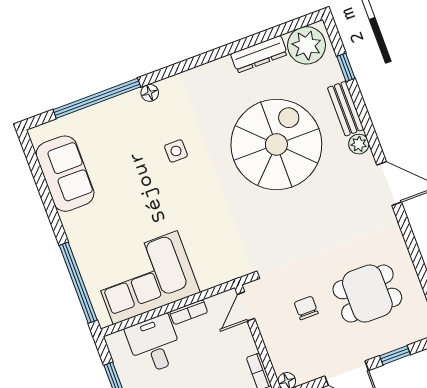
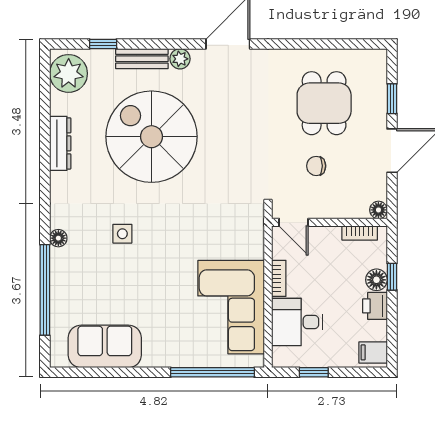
dresser: (259, 54) -> (60, 143), moved

